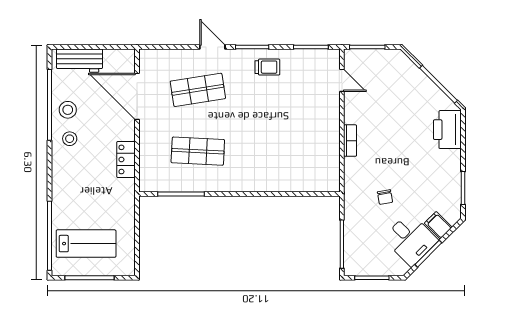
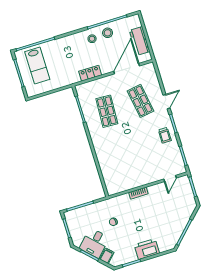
workbench: (79, 61) -> (140, 41), moved
printer: (447, 130) -> (147, 249), moved

